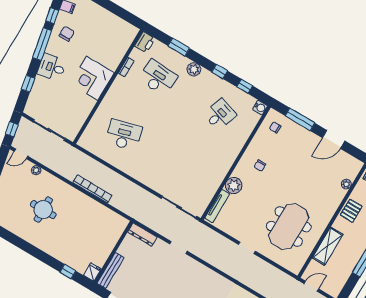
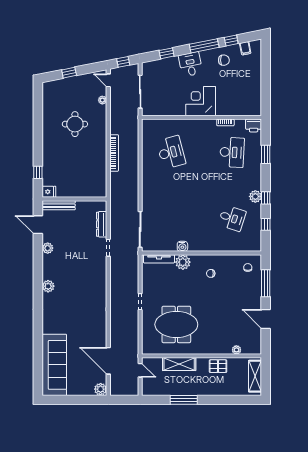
plant: (194, 69) -> (255, 196), moved
water cooler: (260, 107) -> (182, 246), moved
dresser: (142, 235) -> (102, 224), moved

